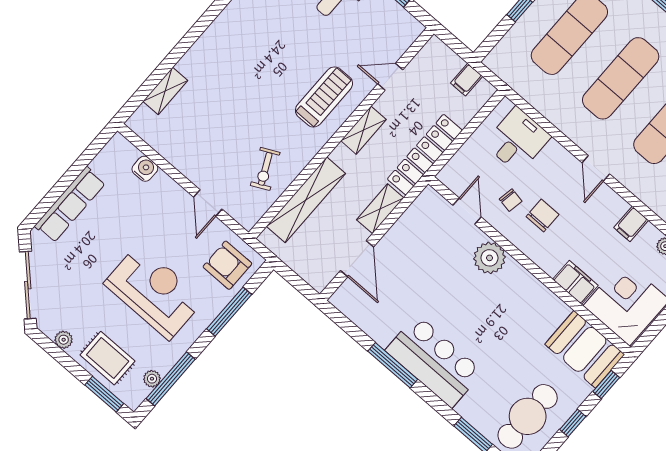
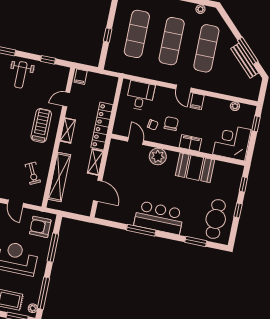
filing cabinet: (467, 80) -> (81, 77), moved
filing cabinet: (631, 224) -> (197, 101), moved
filing cabinet: (575, 282) -> (190, 143), moved
booth: (585, 349) -> (195, 168), moved
plant: (152, 379) -> (33, 308), moved

